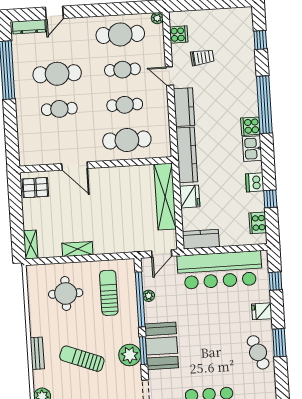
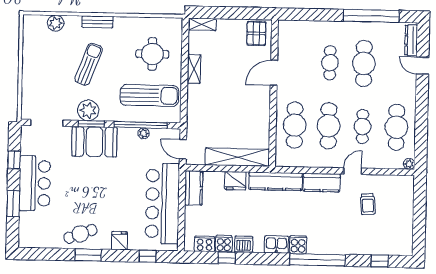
cooker: (179, 34) -> (224, 244), moved, turned 180
cafe table: (125, 105) -> (329, 126), width x1.37, depth x1.35
sun lounger: (109, 293) -> (150, 95), width x1.36, depth x1.34

